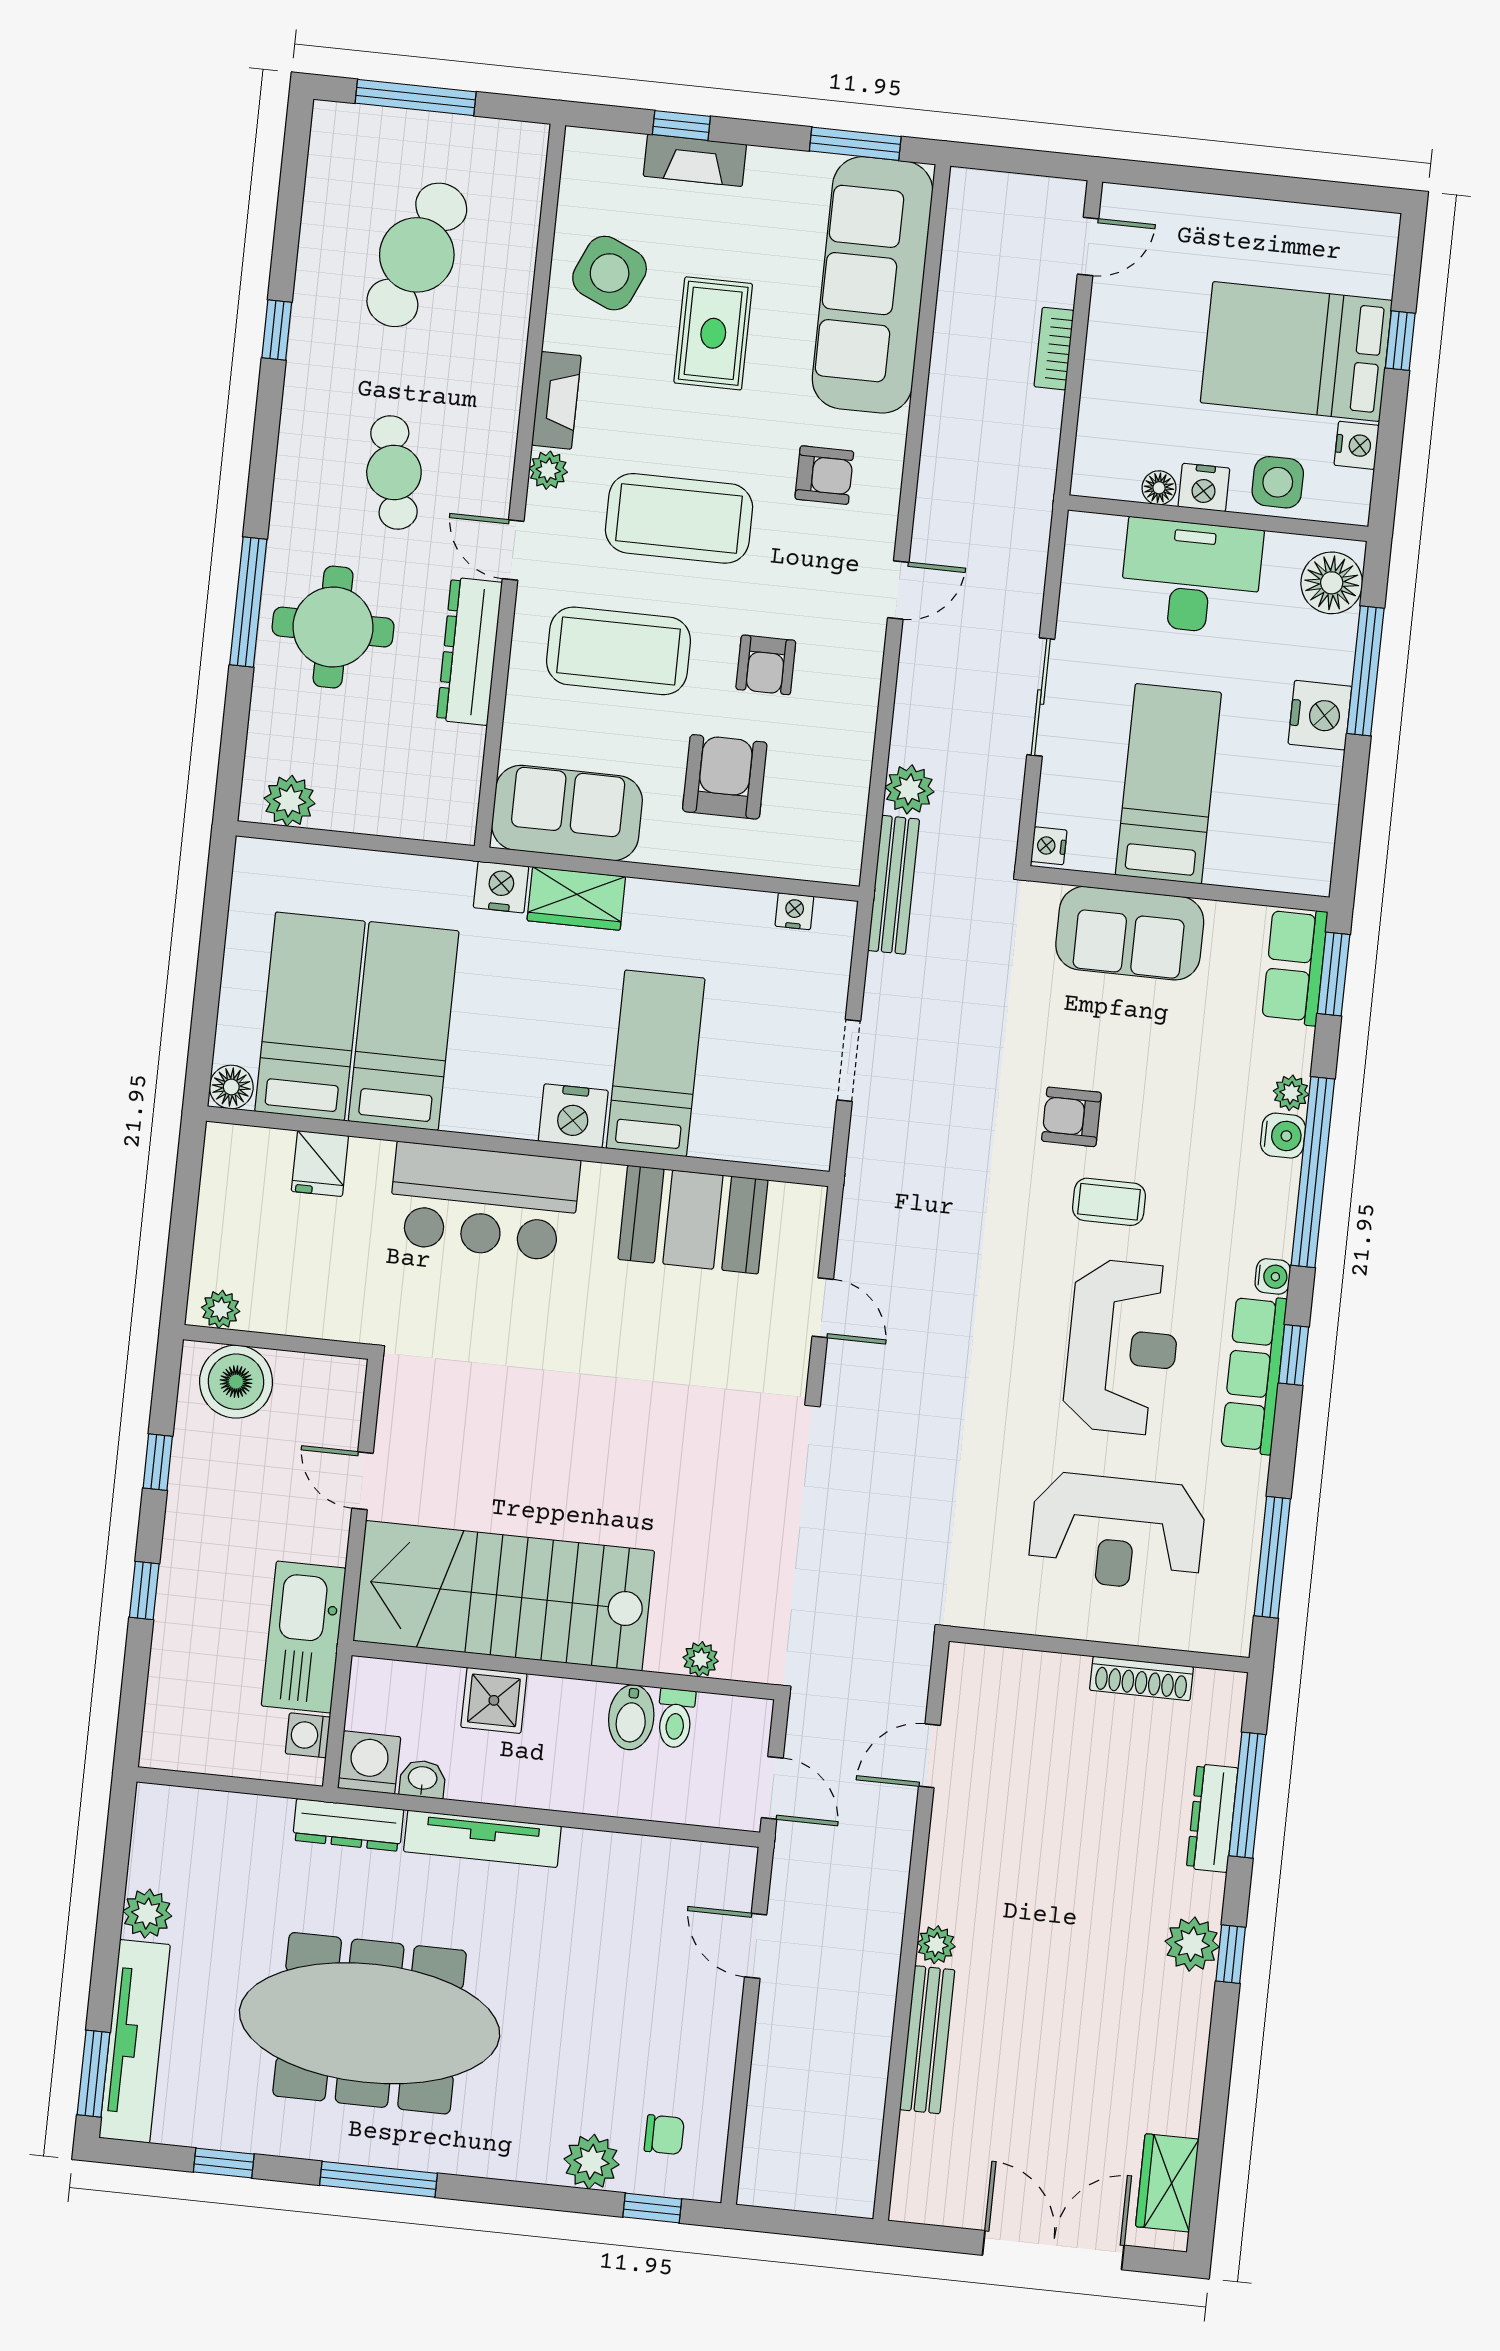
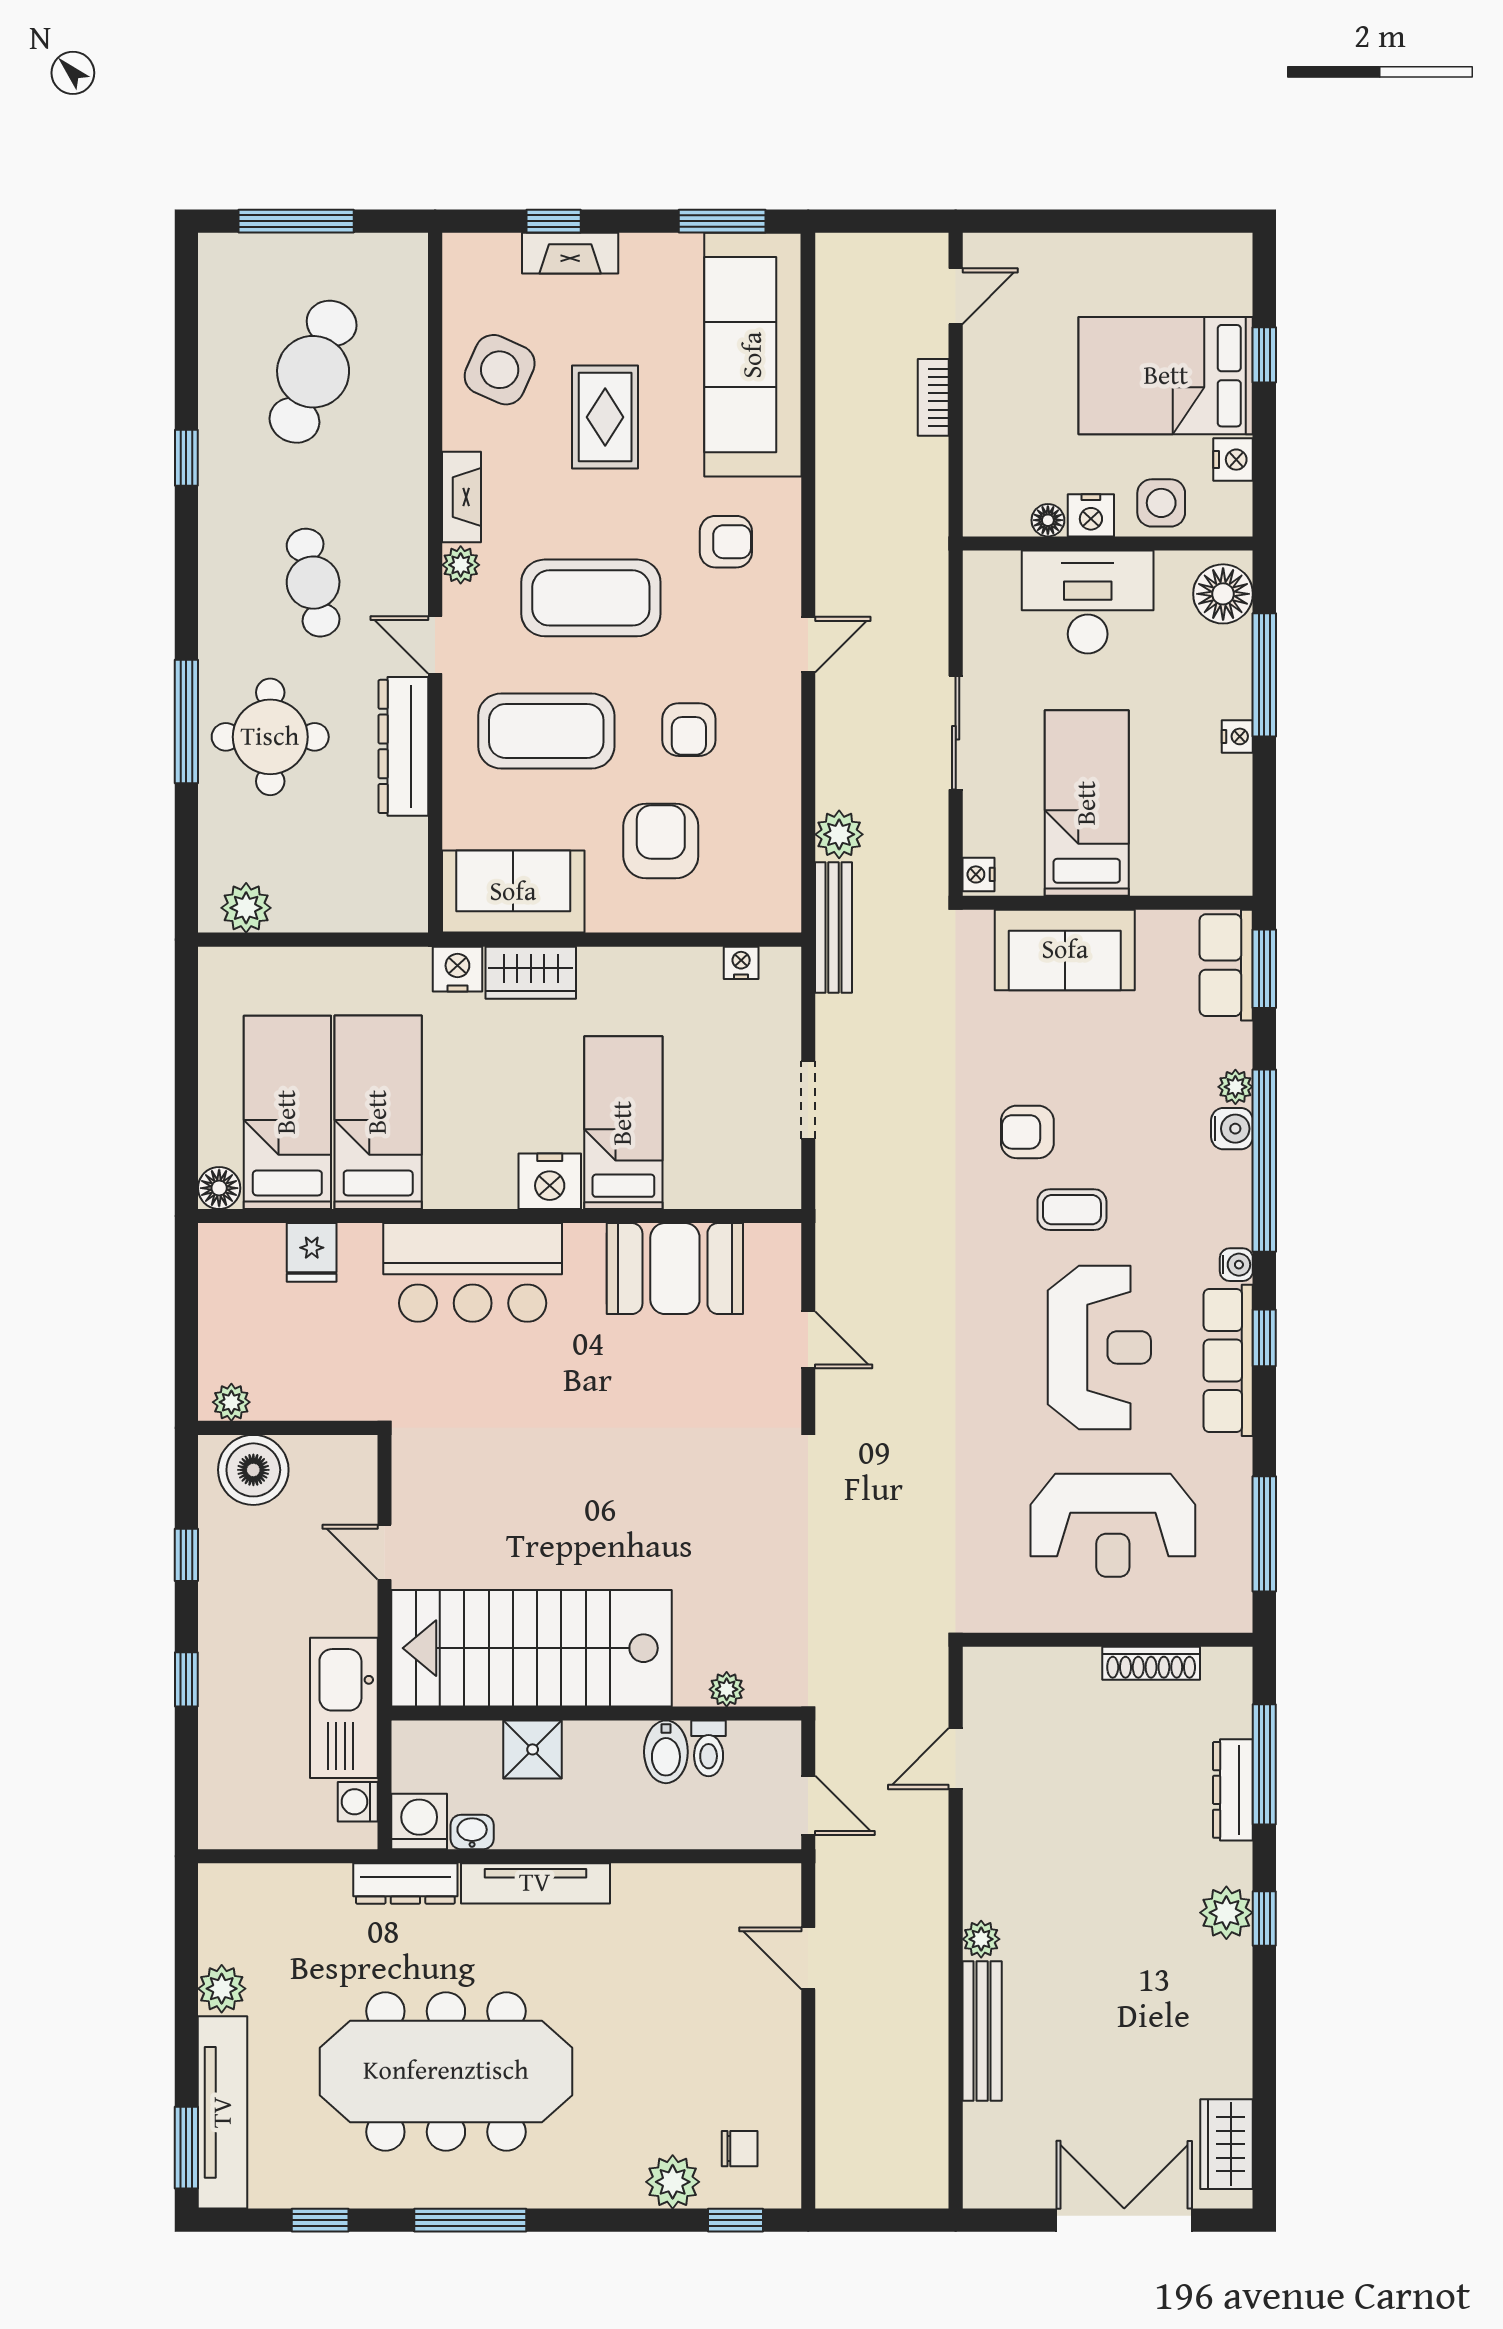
nightstand: (1320, 715) -> (1237, 736), width x0.53, depth x0.56

